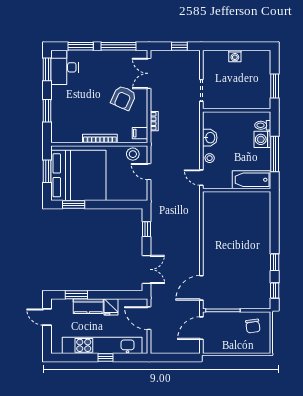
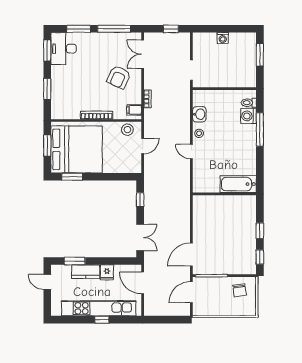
window: (275, 86) -> (260, 55), moved
door: (149, 172) -> (143, 146), swing flipped
bathtub: (251, 180) -> (238, 184), moved
wall: (237, 190) -> (224, 194), moved

